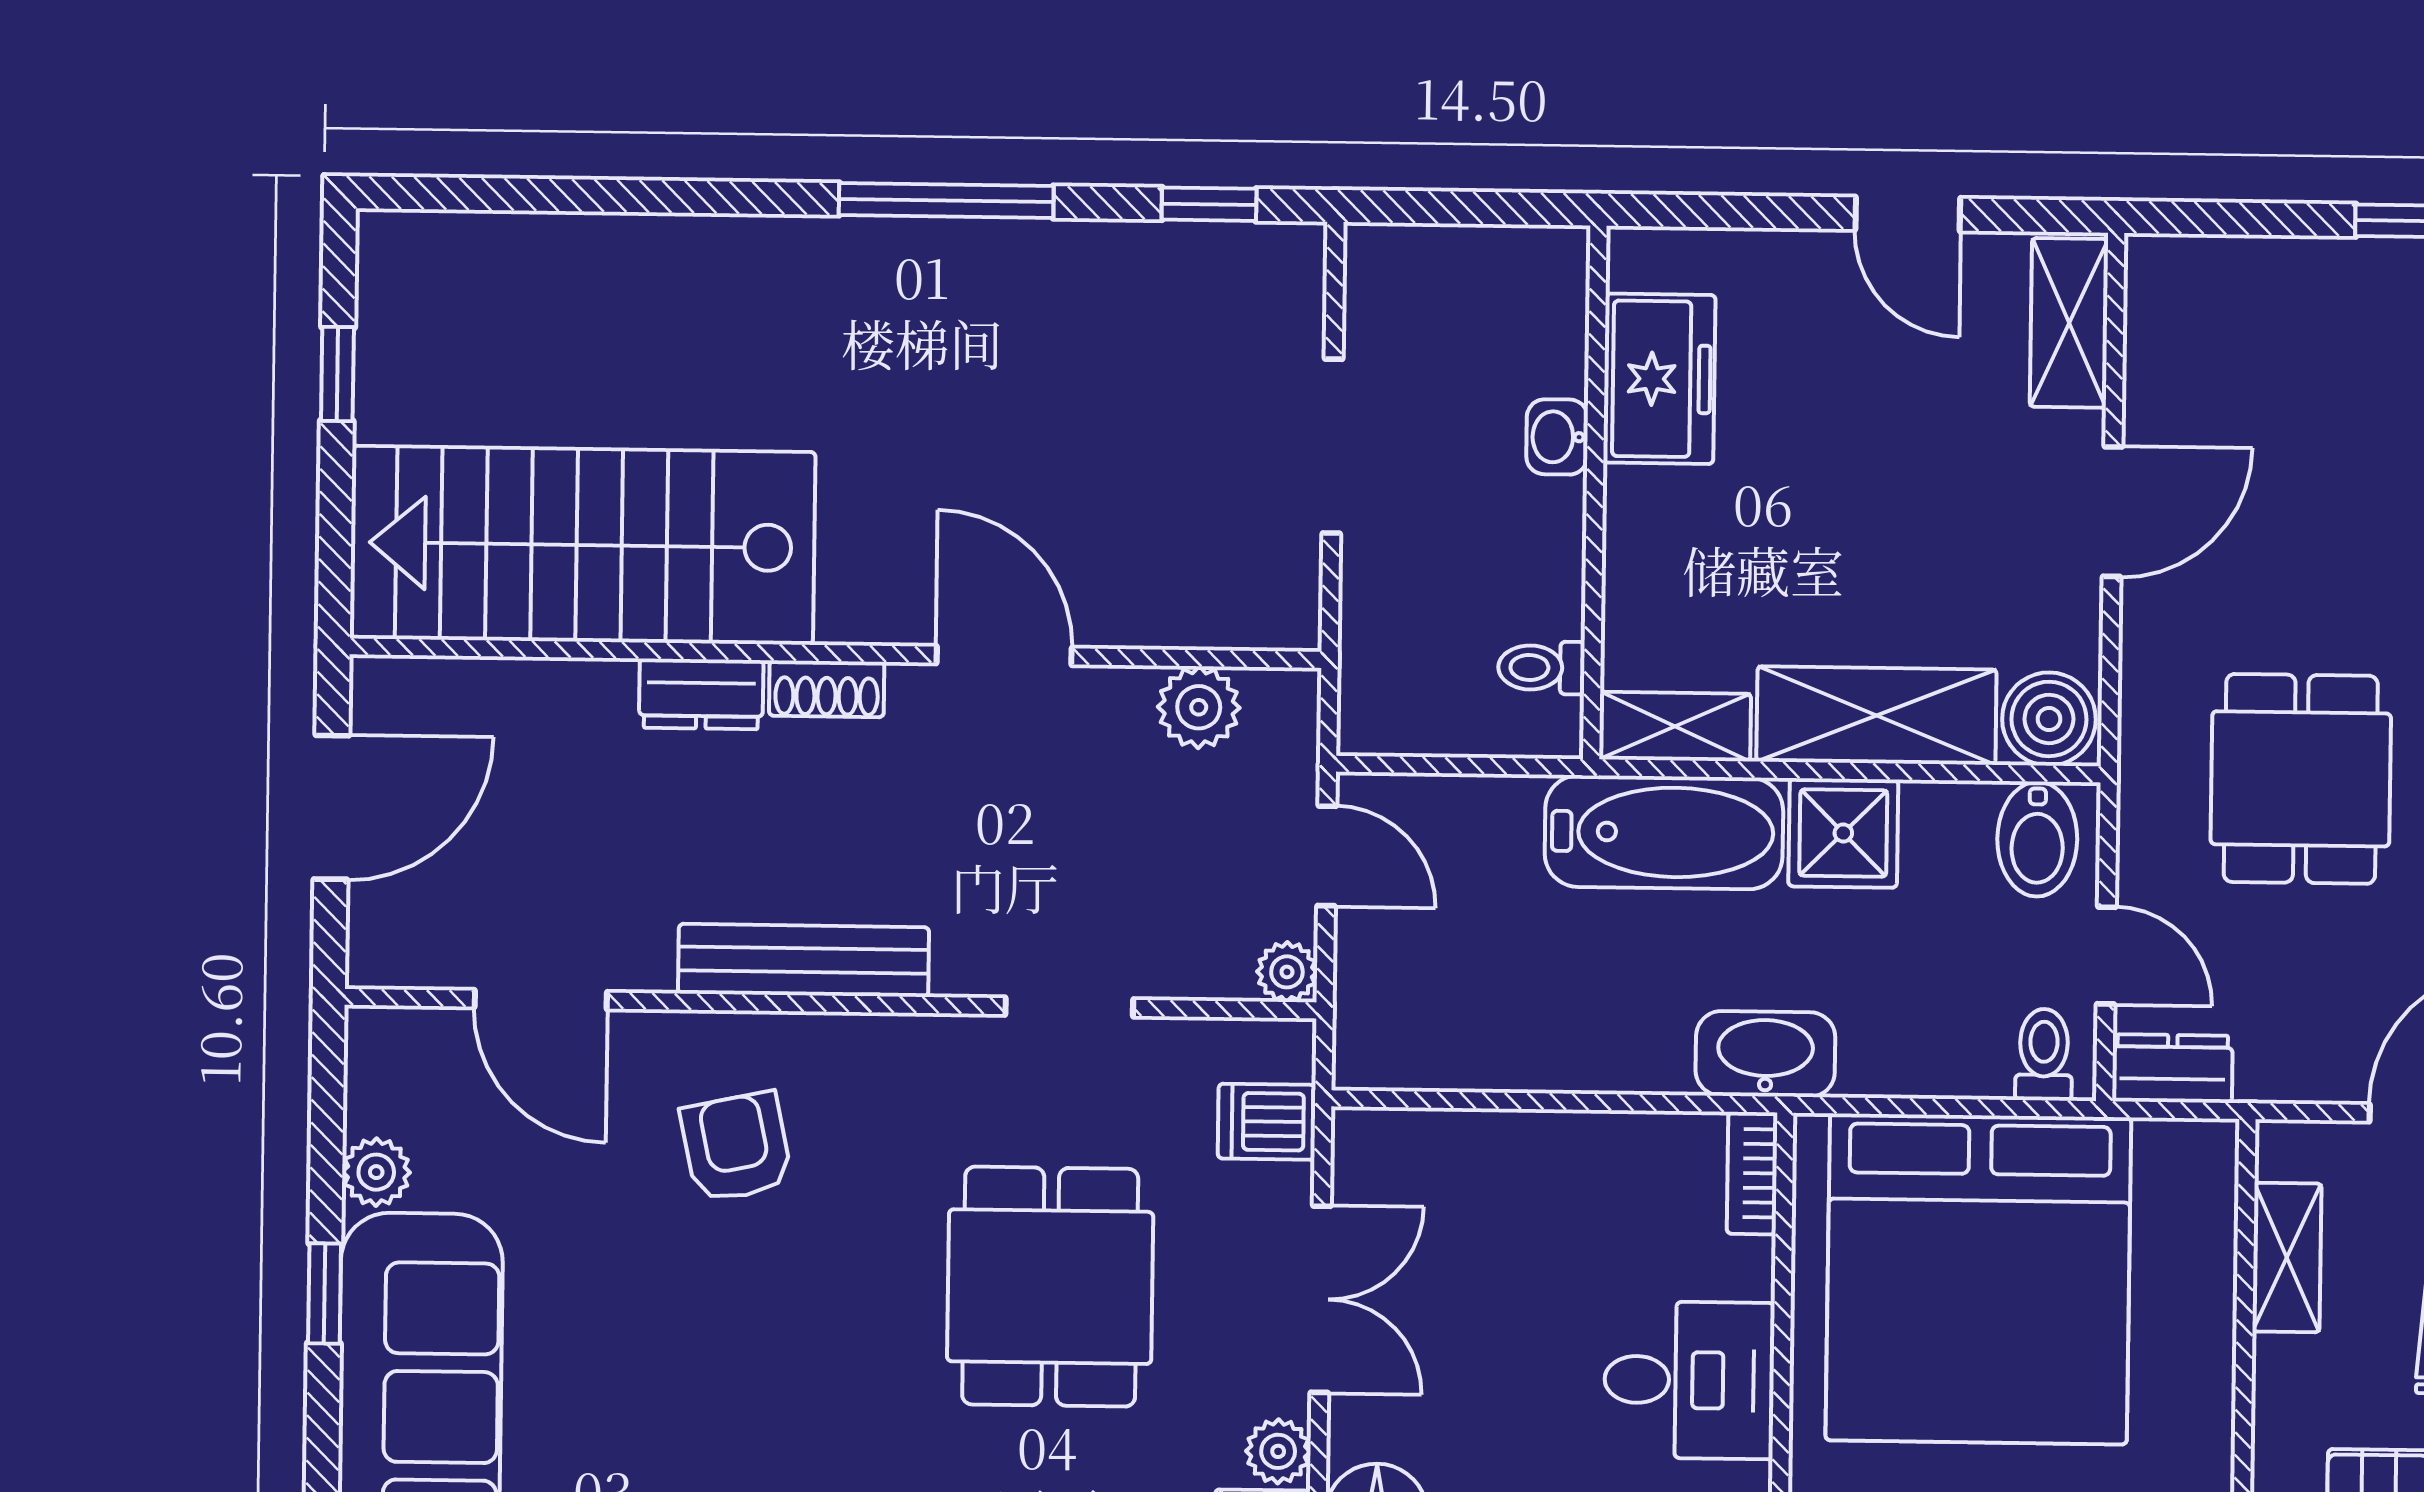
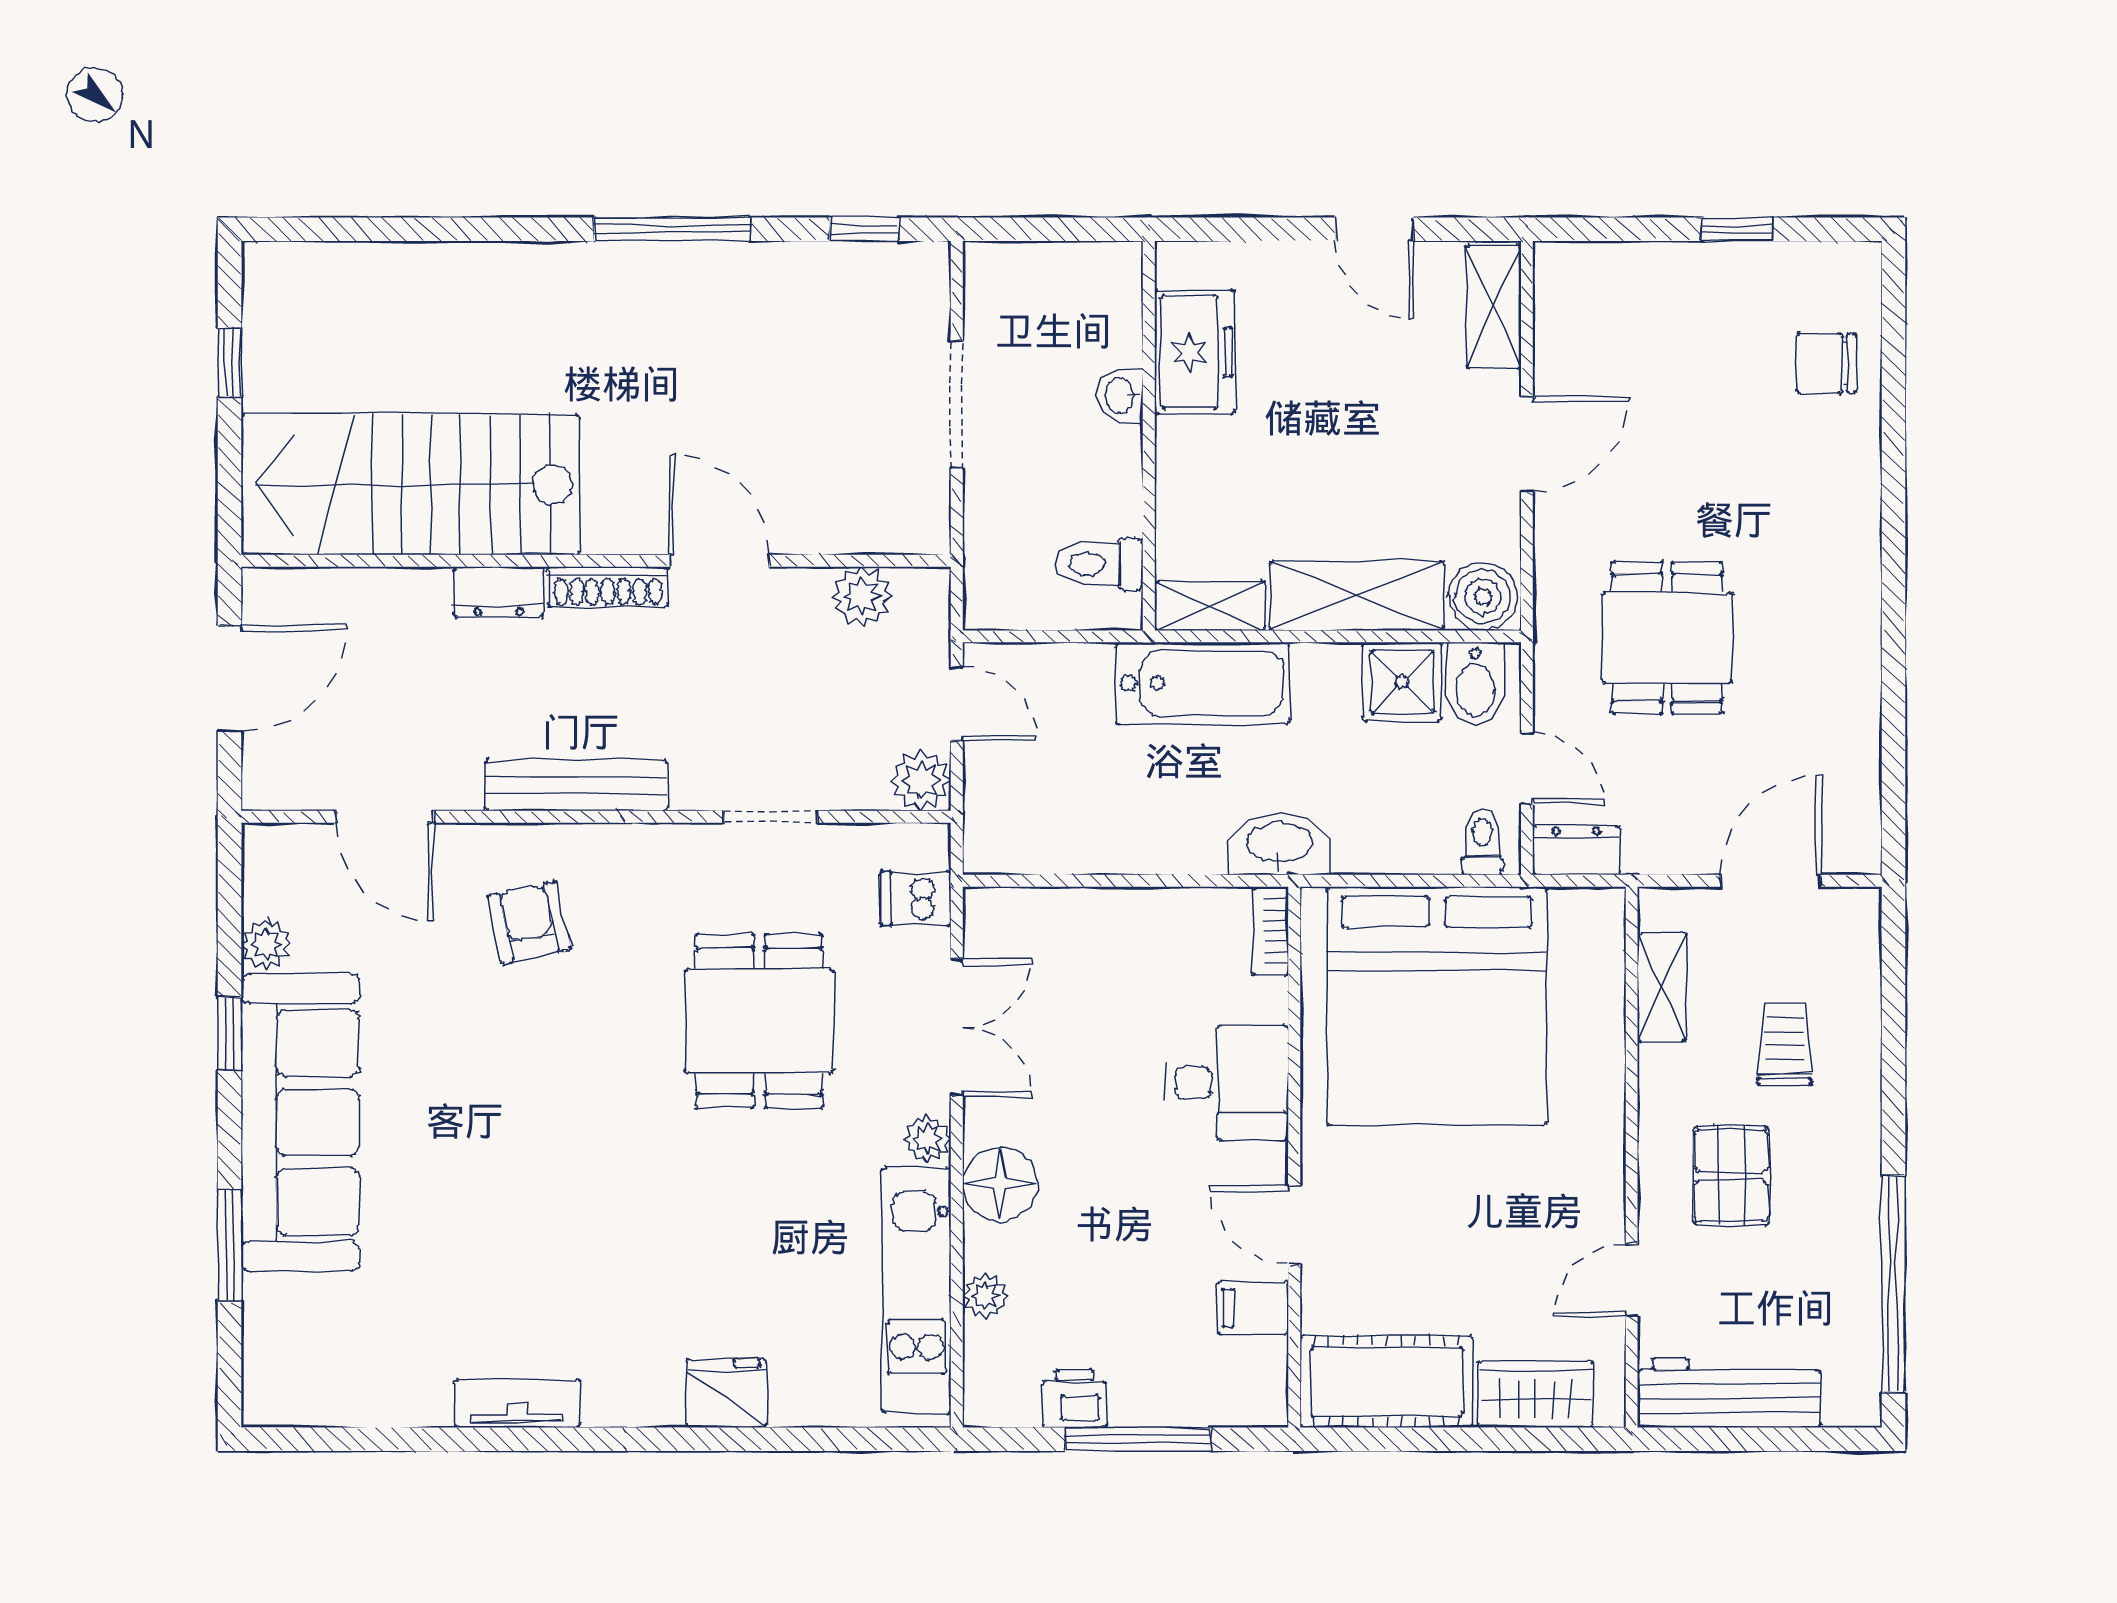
toilet: (1541, 668) -> (1100, 564), width x1.37, depth x1.39
shoe rack: (827, 689) -> (608, 587), width x1.43
shower: (1843, 833) -> (1402, 682), moved
plant: (1287, 972) -> (921, 781), width x1.38, depth x1.38

